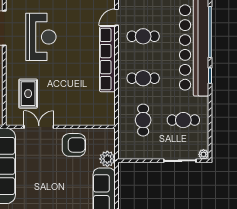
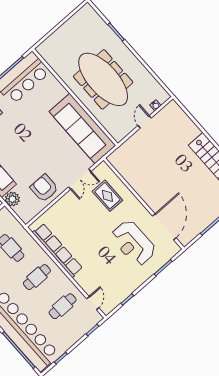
row of seats: (107, 59) -> (57, 250), moved
armchair: (74, 145) -> (44, 188), turned 90

